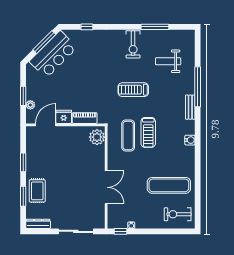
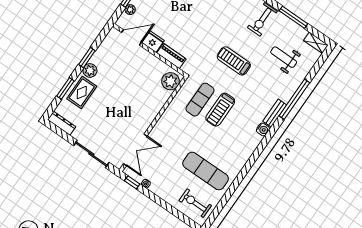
shelving: (185, 34) -> (316, 43), added
water cooler: (190, 140) -> (263, 129), moved
plant: (32, 170) -> (90, 70), added
double door: (106, 187) -> (135, 150), moved

